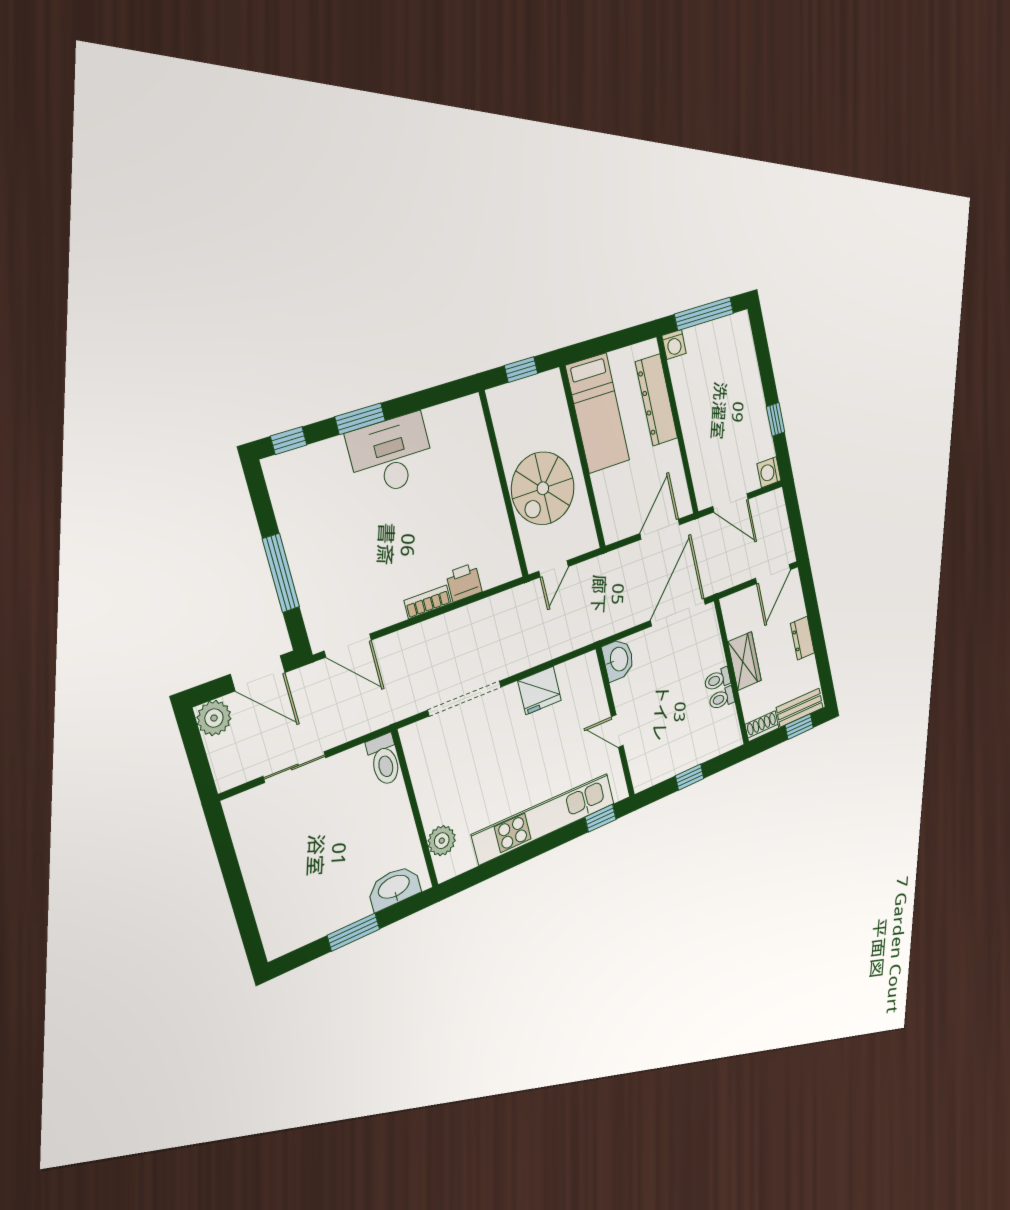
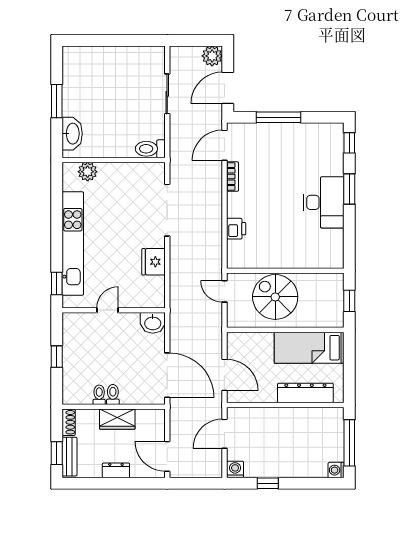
washing machine: (674, 345) -> (336, 470), moved
bookcase: (428, 602) -> (233, 177), moved

